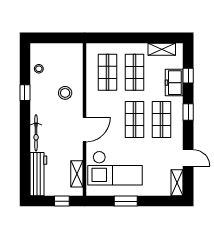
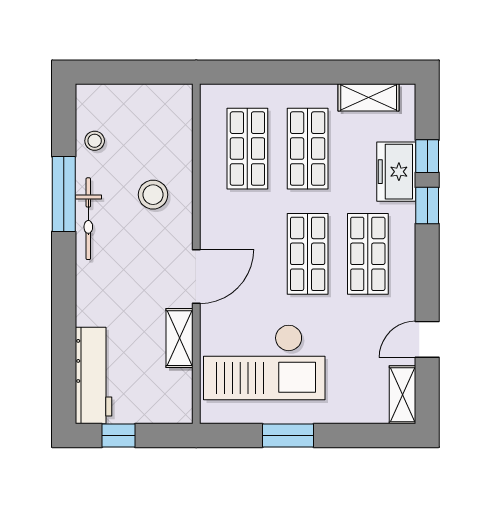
window: (25, 93) -> (64, 194), width x2.17
window: (188, 112) -> (427, 206), moved
bicycle: (36, 133) -> (88, 219), moved
door: (188, 158) -> (427, 339), swing flipped
shelving: (77, 174) -> (179, 338), moved
window: (62, 201) -> (119, 436), moved

